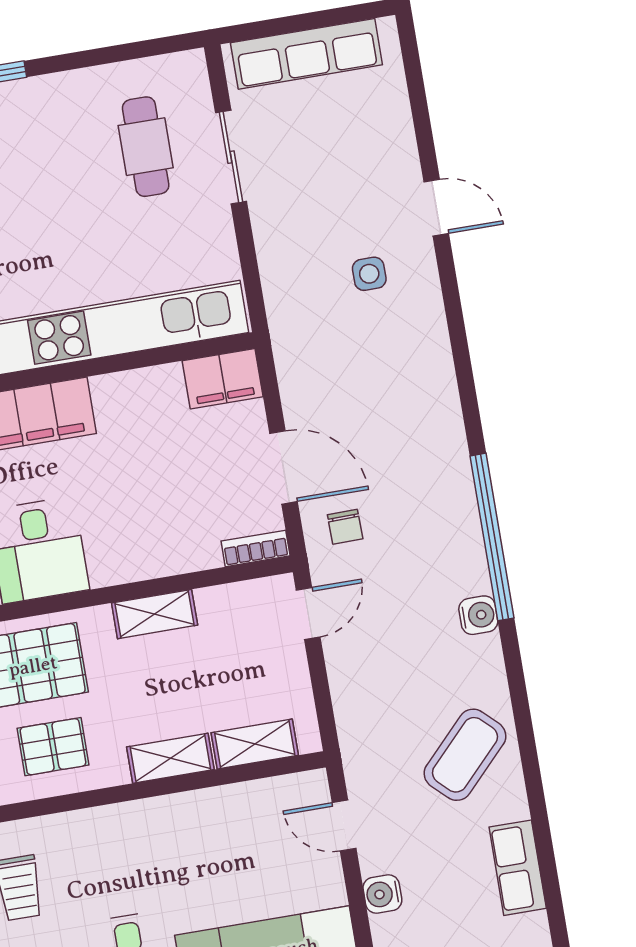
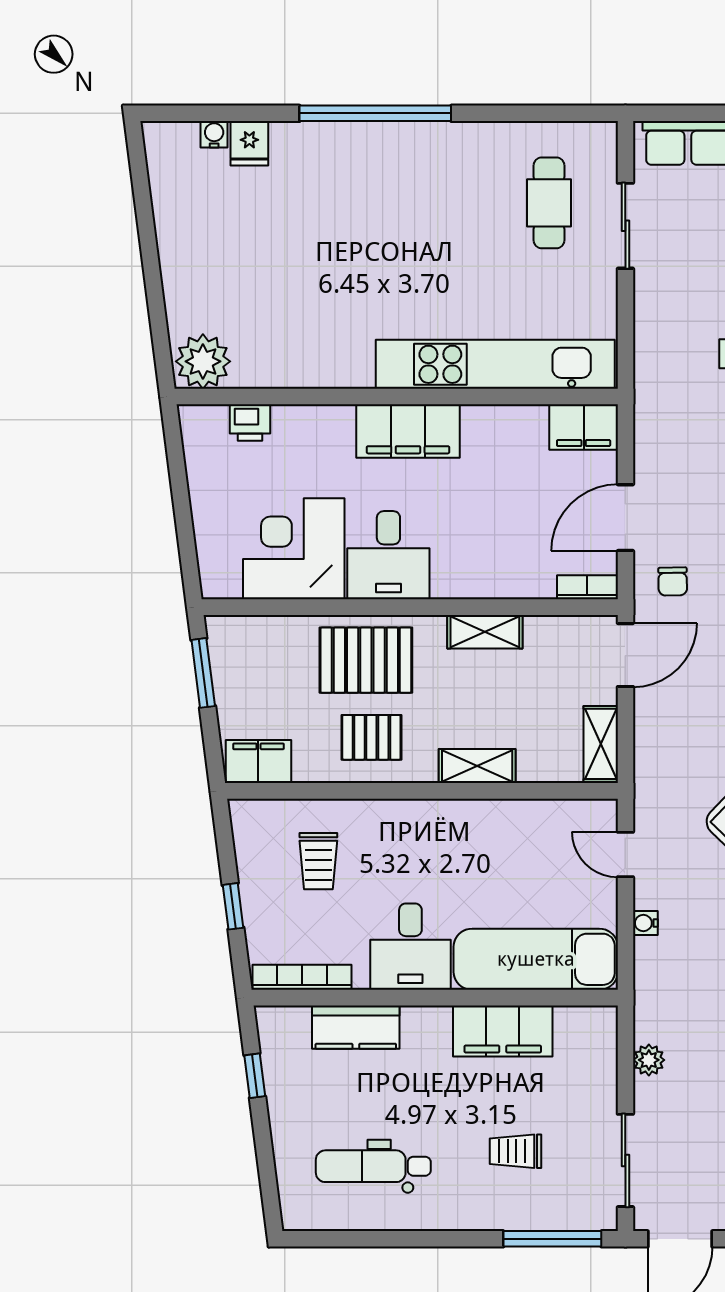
door: (283, 467) -> (625, 518), swing flipped
door: (308, 614) -> (625, 655), width x1.37
shelving: (255, 744) -> (601, 744), moved, turned 90
water cooler: (382, 894) -> (645, 923), width x0.72, depth x0.72

